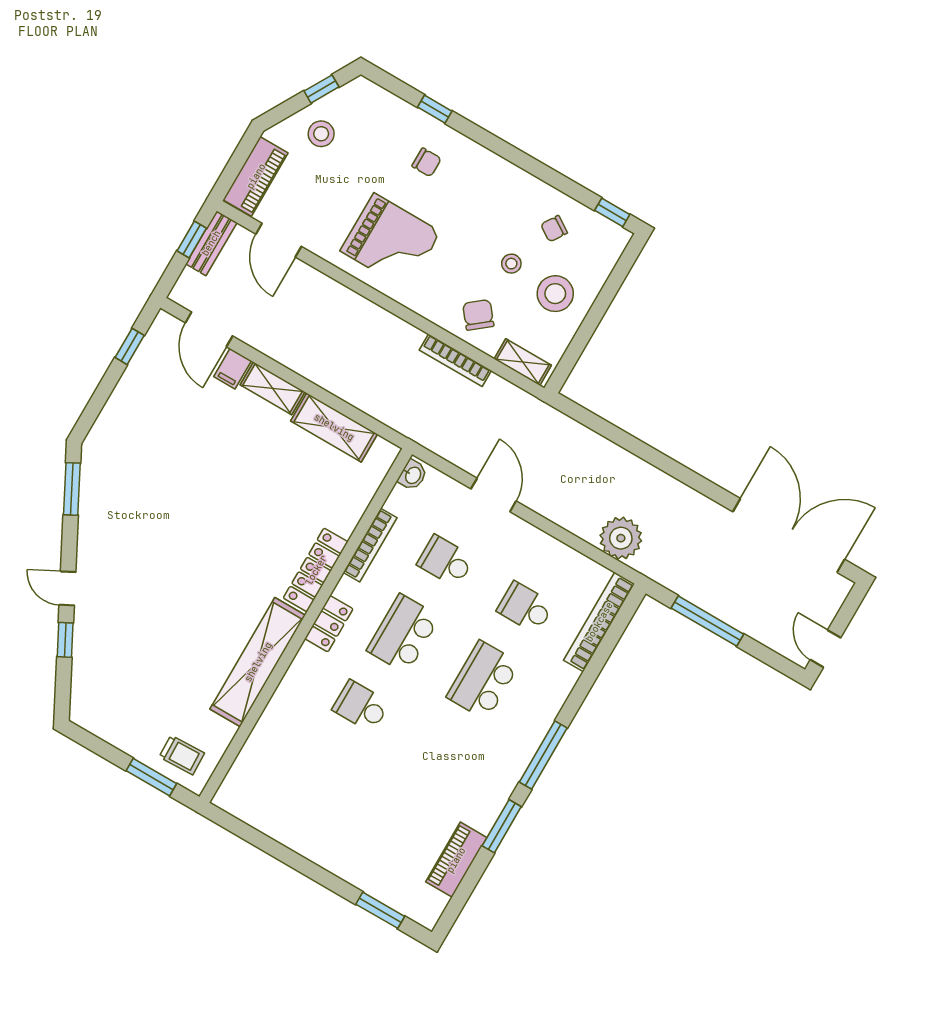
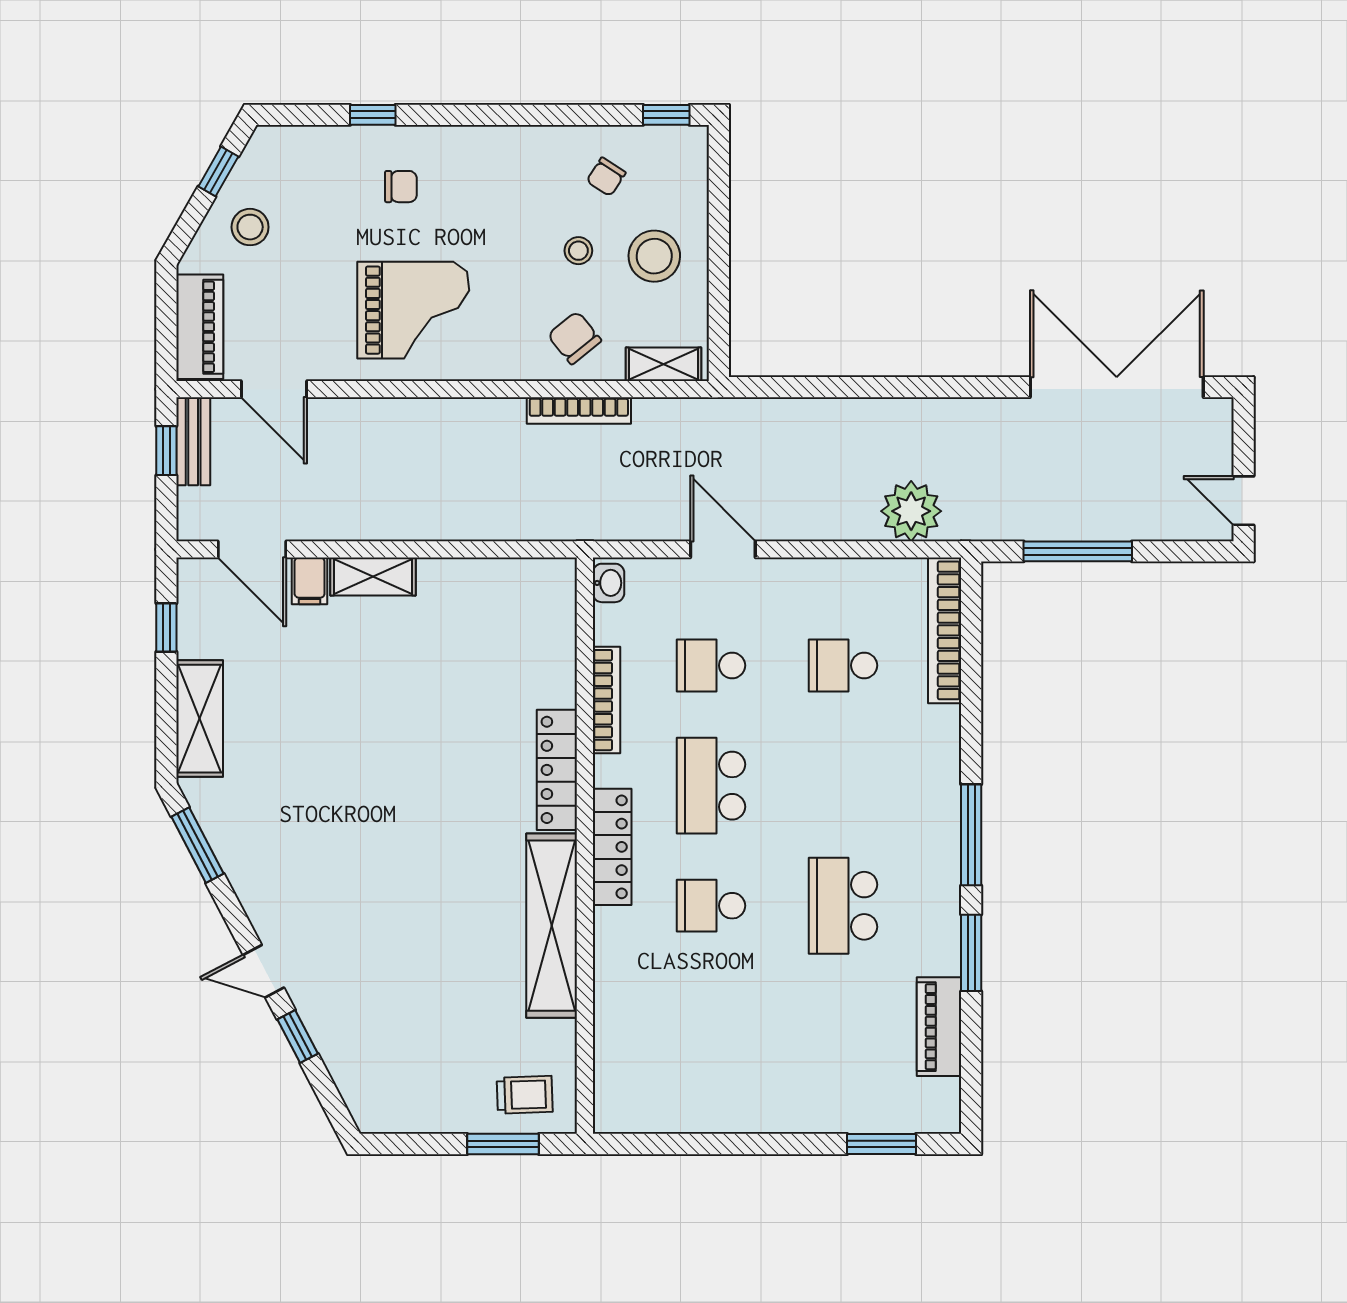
shelving: (334, 427) -> (200, 719), moved, turned 90
locker: (329, 624) -> (612, 847), width x1.53
school desk: (483, 680) -> (843, 906), moved

